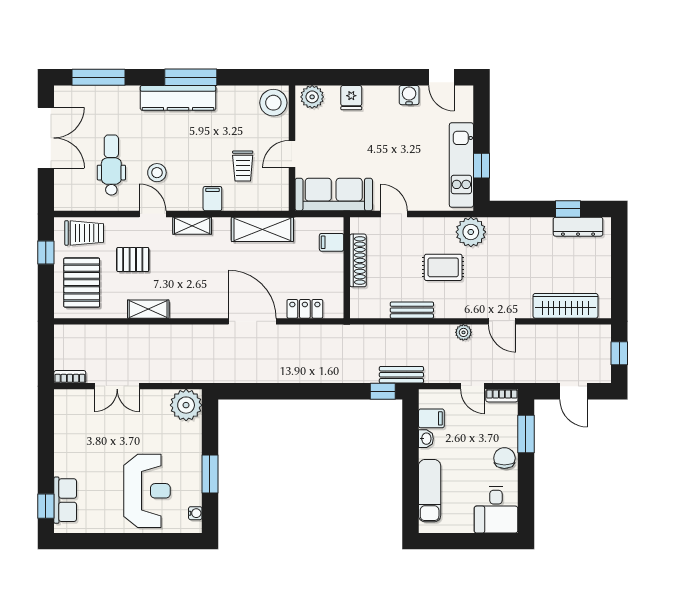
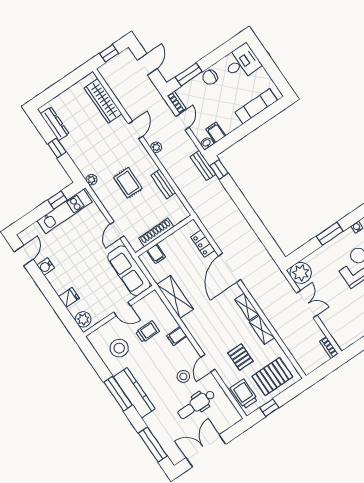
stool: (273, 103) -> (119, 348), moved
window: (568, 209) -> (57, 148), moved
shelving: (192, 226) -> (247, 307), moved
plant: (471, 232) -> (92, 180), width x0.53, depth x0.53
double door: (117, 386) -> (307, 304), moved
washbasin: (426, 439) -> (207, 143), moved

